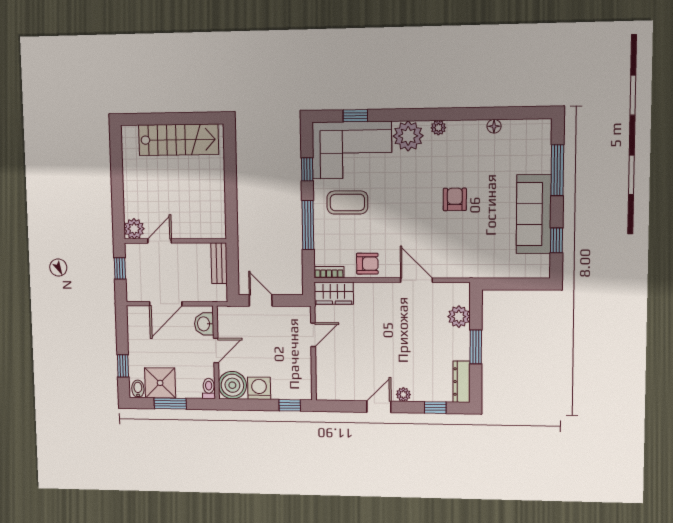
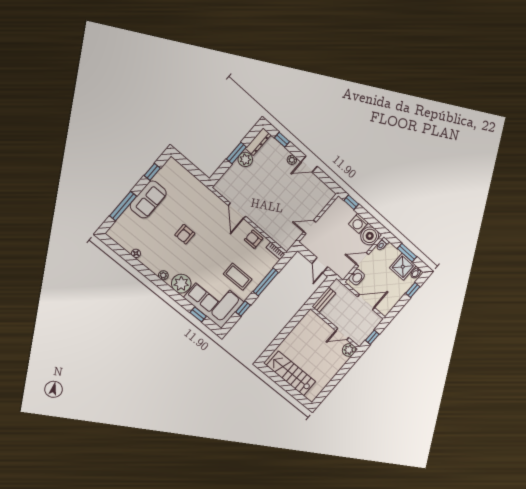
sofa: (534, 214) -> (148, 199), width x0.73
wardrobe: (334, 293) -> (282, 239), removed
plant: (459, 317) -> (245, 159), moved

